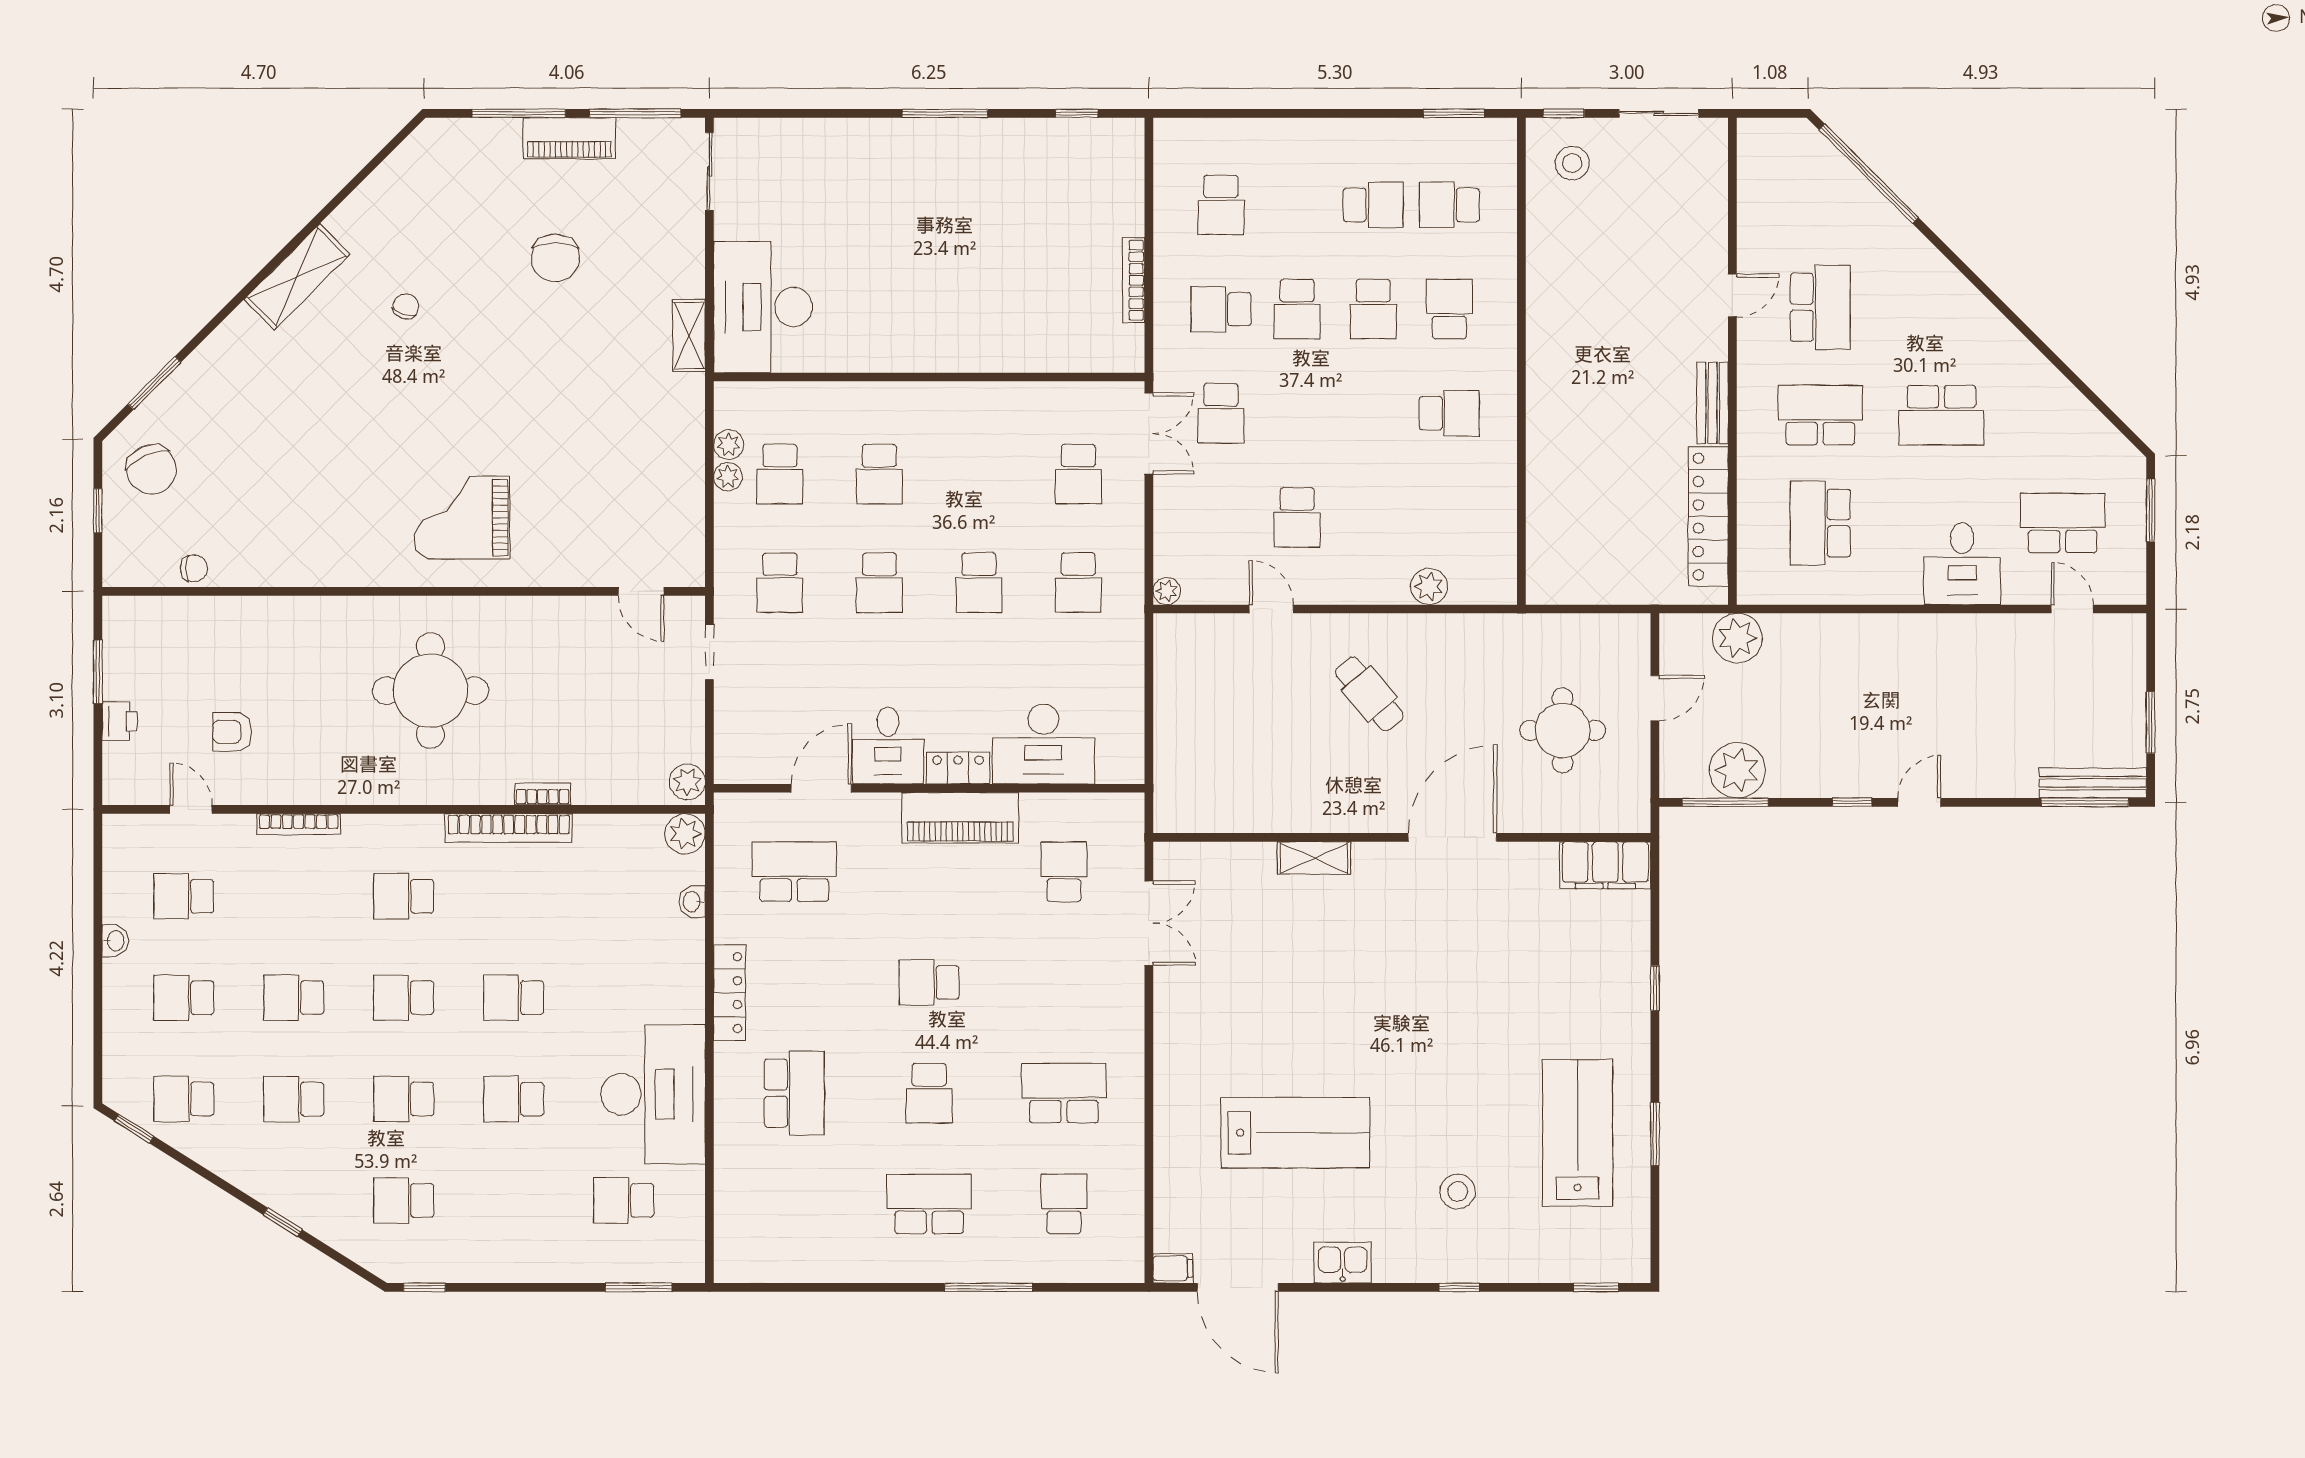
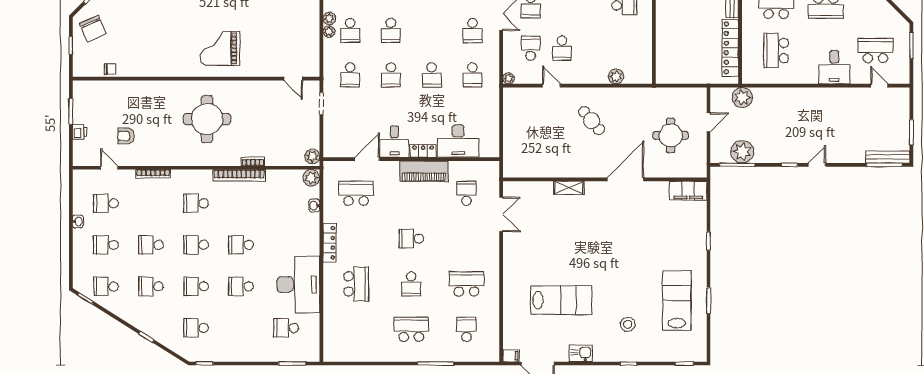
school desk: (1221, 517) -> (531, 48), added

